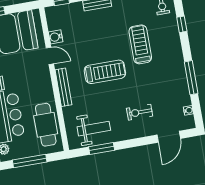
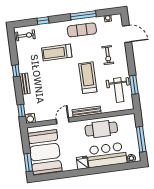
water cooler: (56, 37) -> (30, 118), moved
treadmill: (105, 72) -> (88, 78), moved
exercise mat: (172, 77) -> (82, 30), added
cafe table: (46, 125) -> (101, 129), moved
weight bench: (94, 129) -> (119, 90), turned 180

